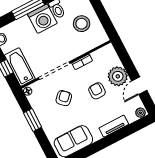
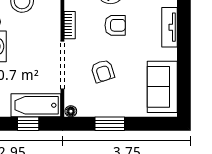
armchair: (97, 91) -> (115, 25), turned 180
armchair: (64, 98) -> (103, 71), turned -152

